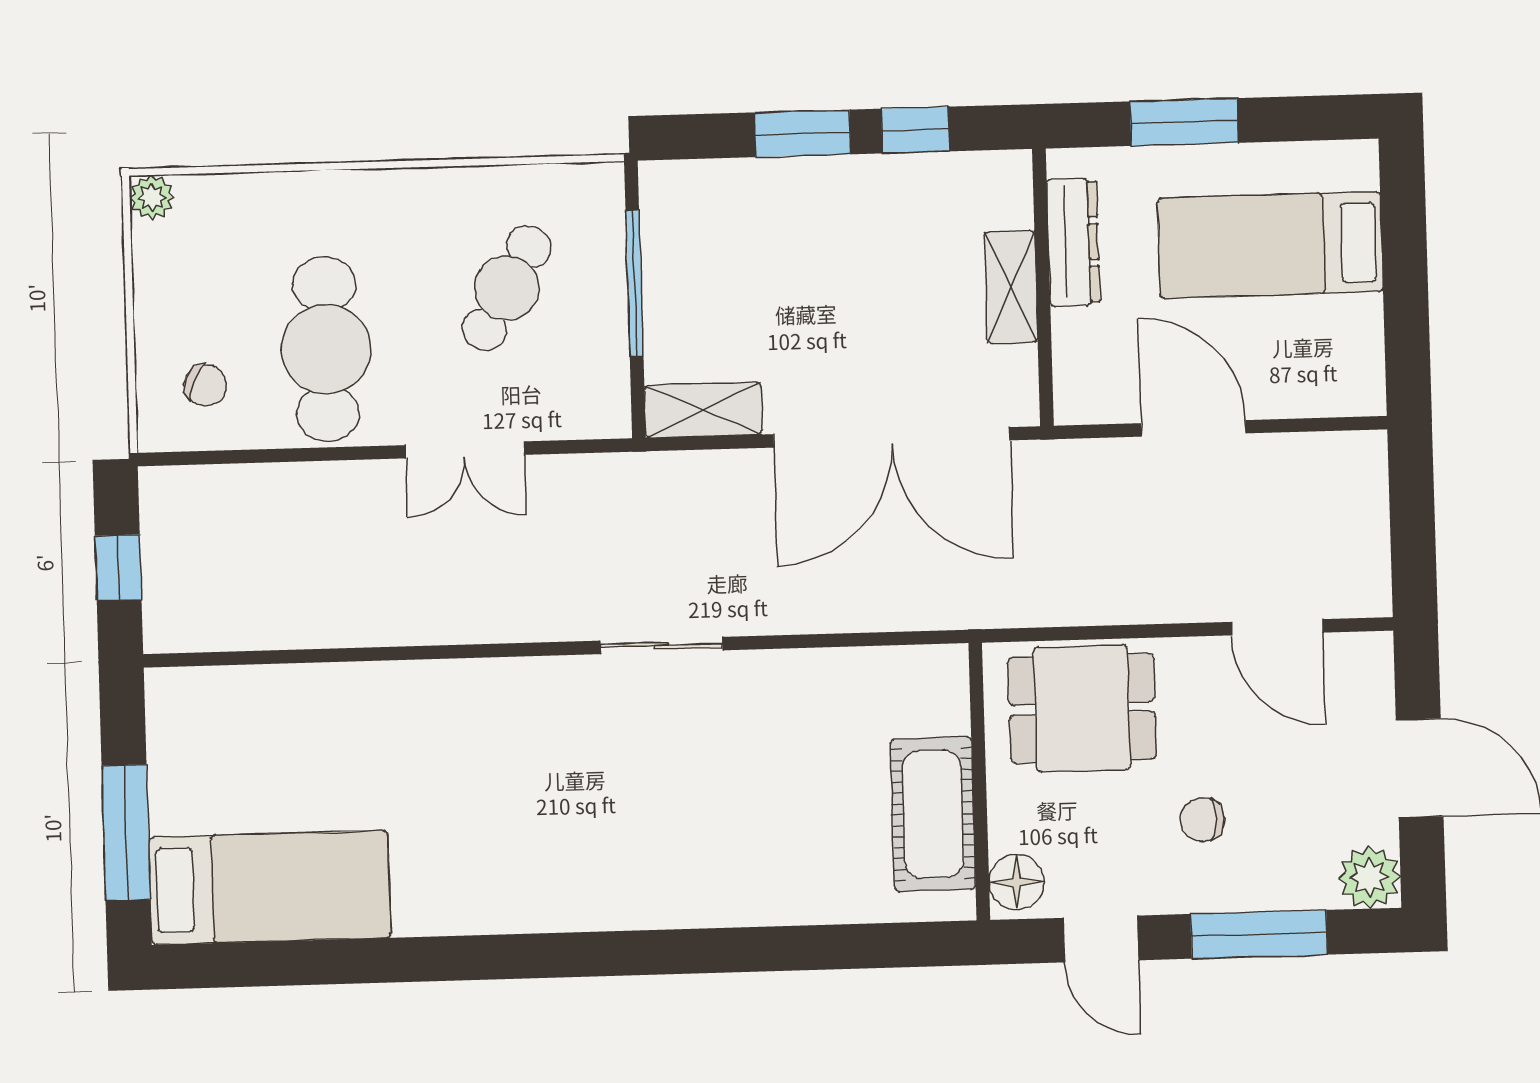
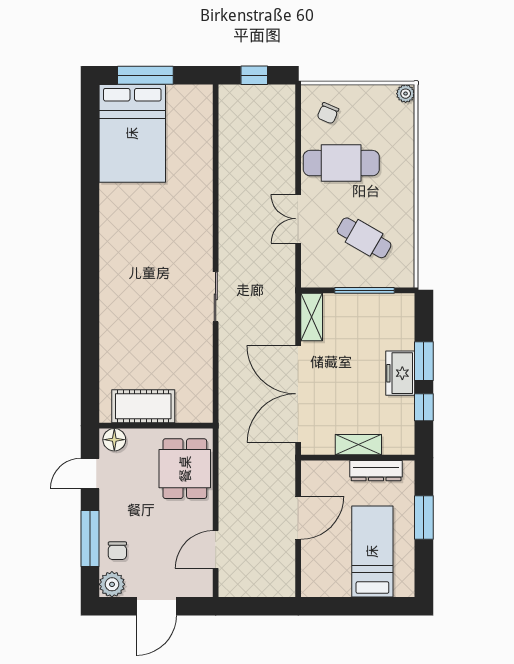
freezer: (834, 190) -> (400, 373), added
chair: (1202, 820) -> (117, 551), moved, turned 180
bed: (270, 888) -> (132, 133), width x1.50

